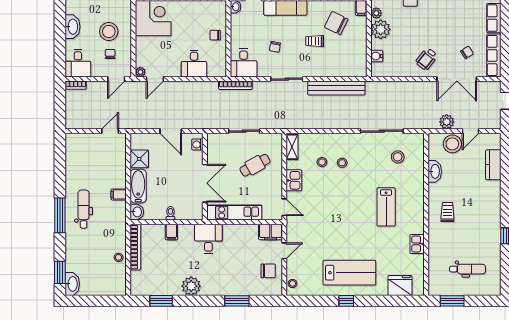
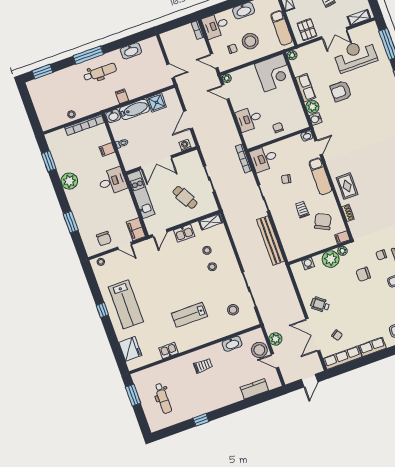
washbasin: (72, 284) -> (131, 51), moved

